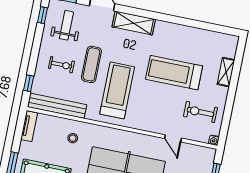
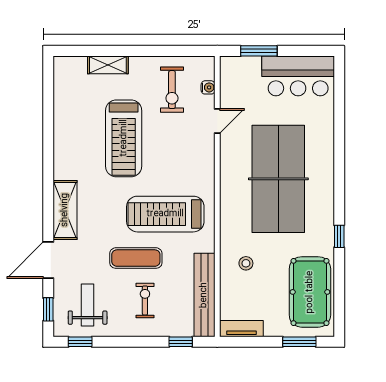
weight bench: (66, 25) -> (88, 305), turned 90
water cooler: (214, 140) -> (208, 87), moved

